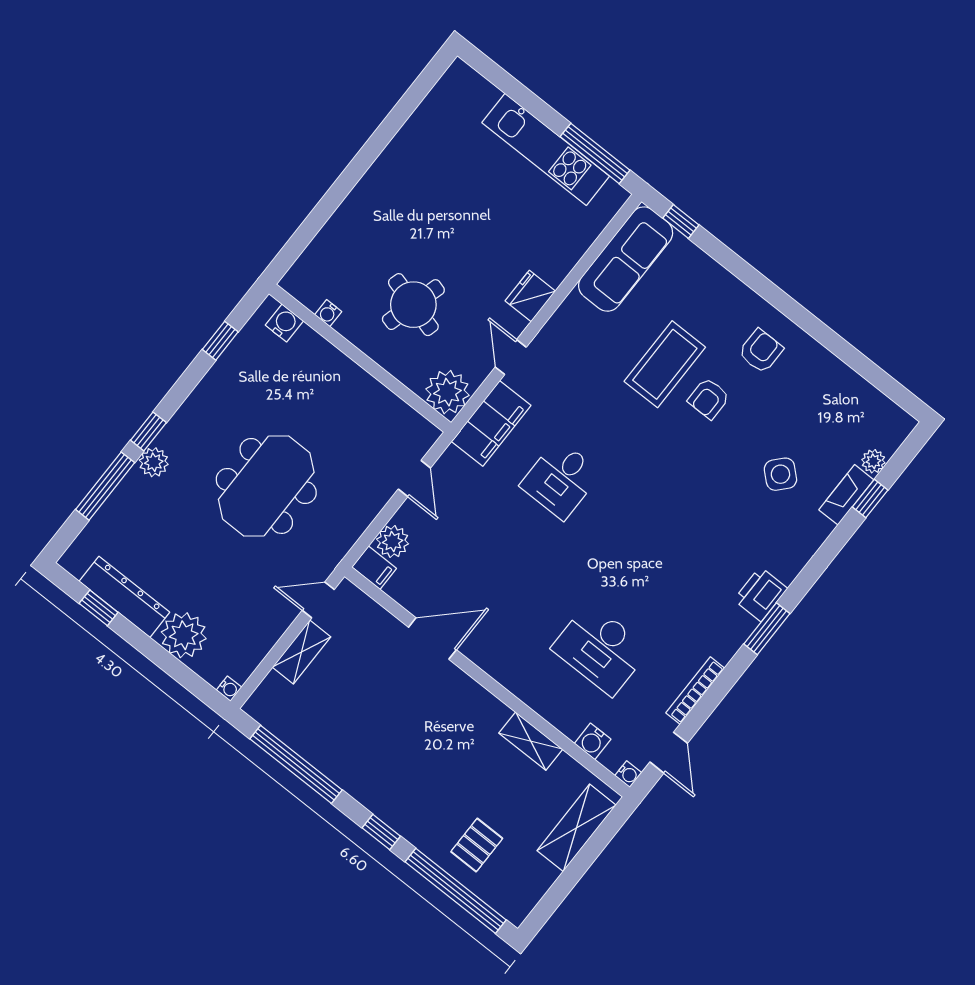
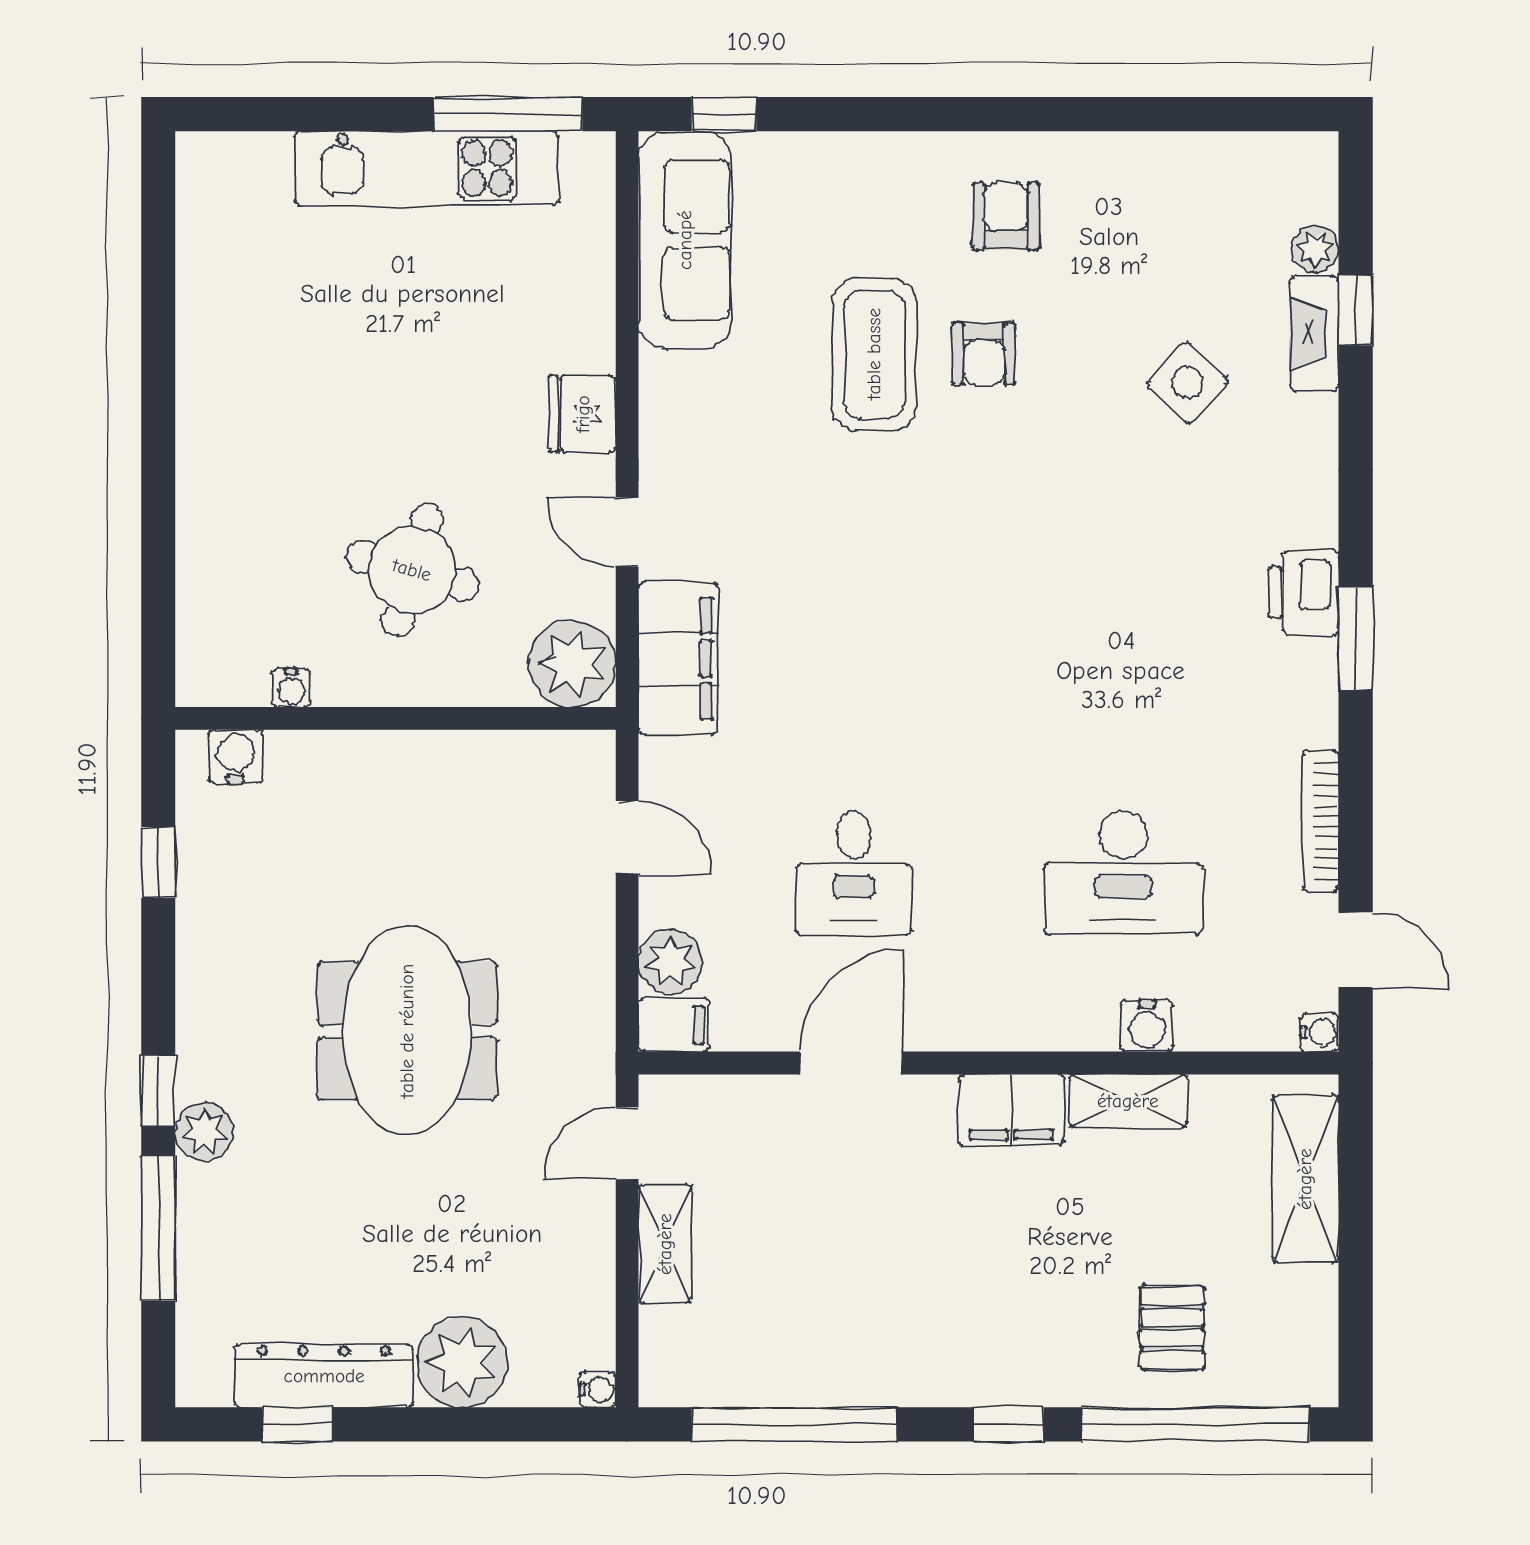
desk: (561, 479) -> (854, 873), moved
filing cabinet: (481, 708) -> (1011, 1110), added
water cooler: (593, 741) -> (1147, 1026), moved

